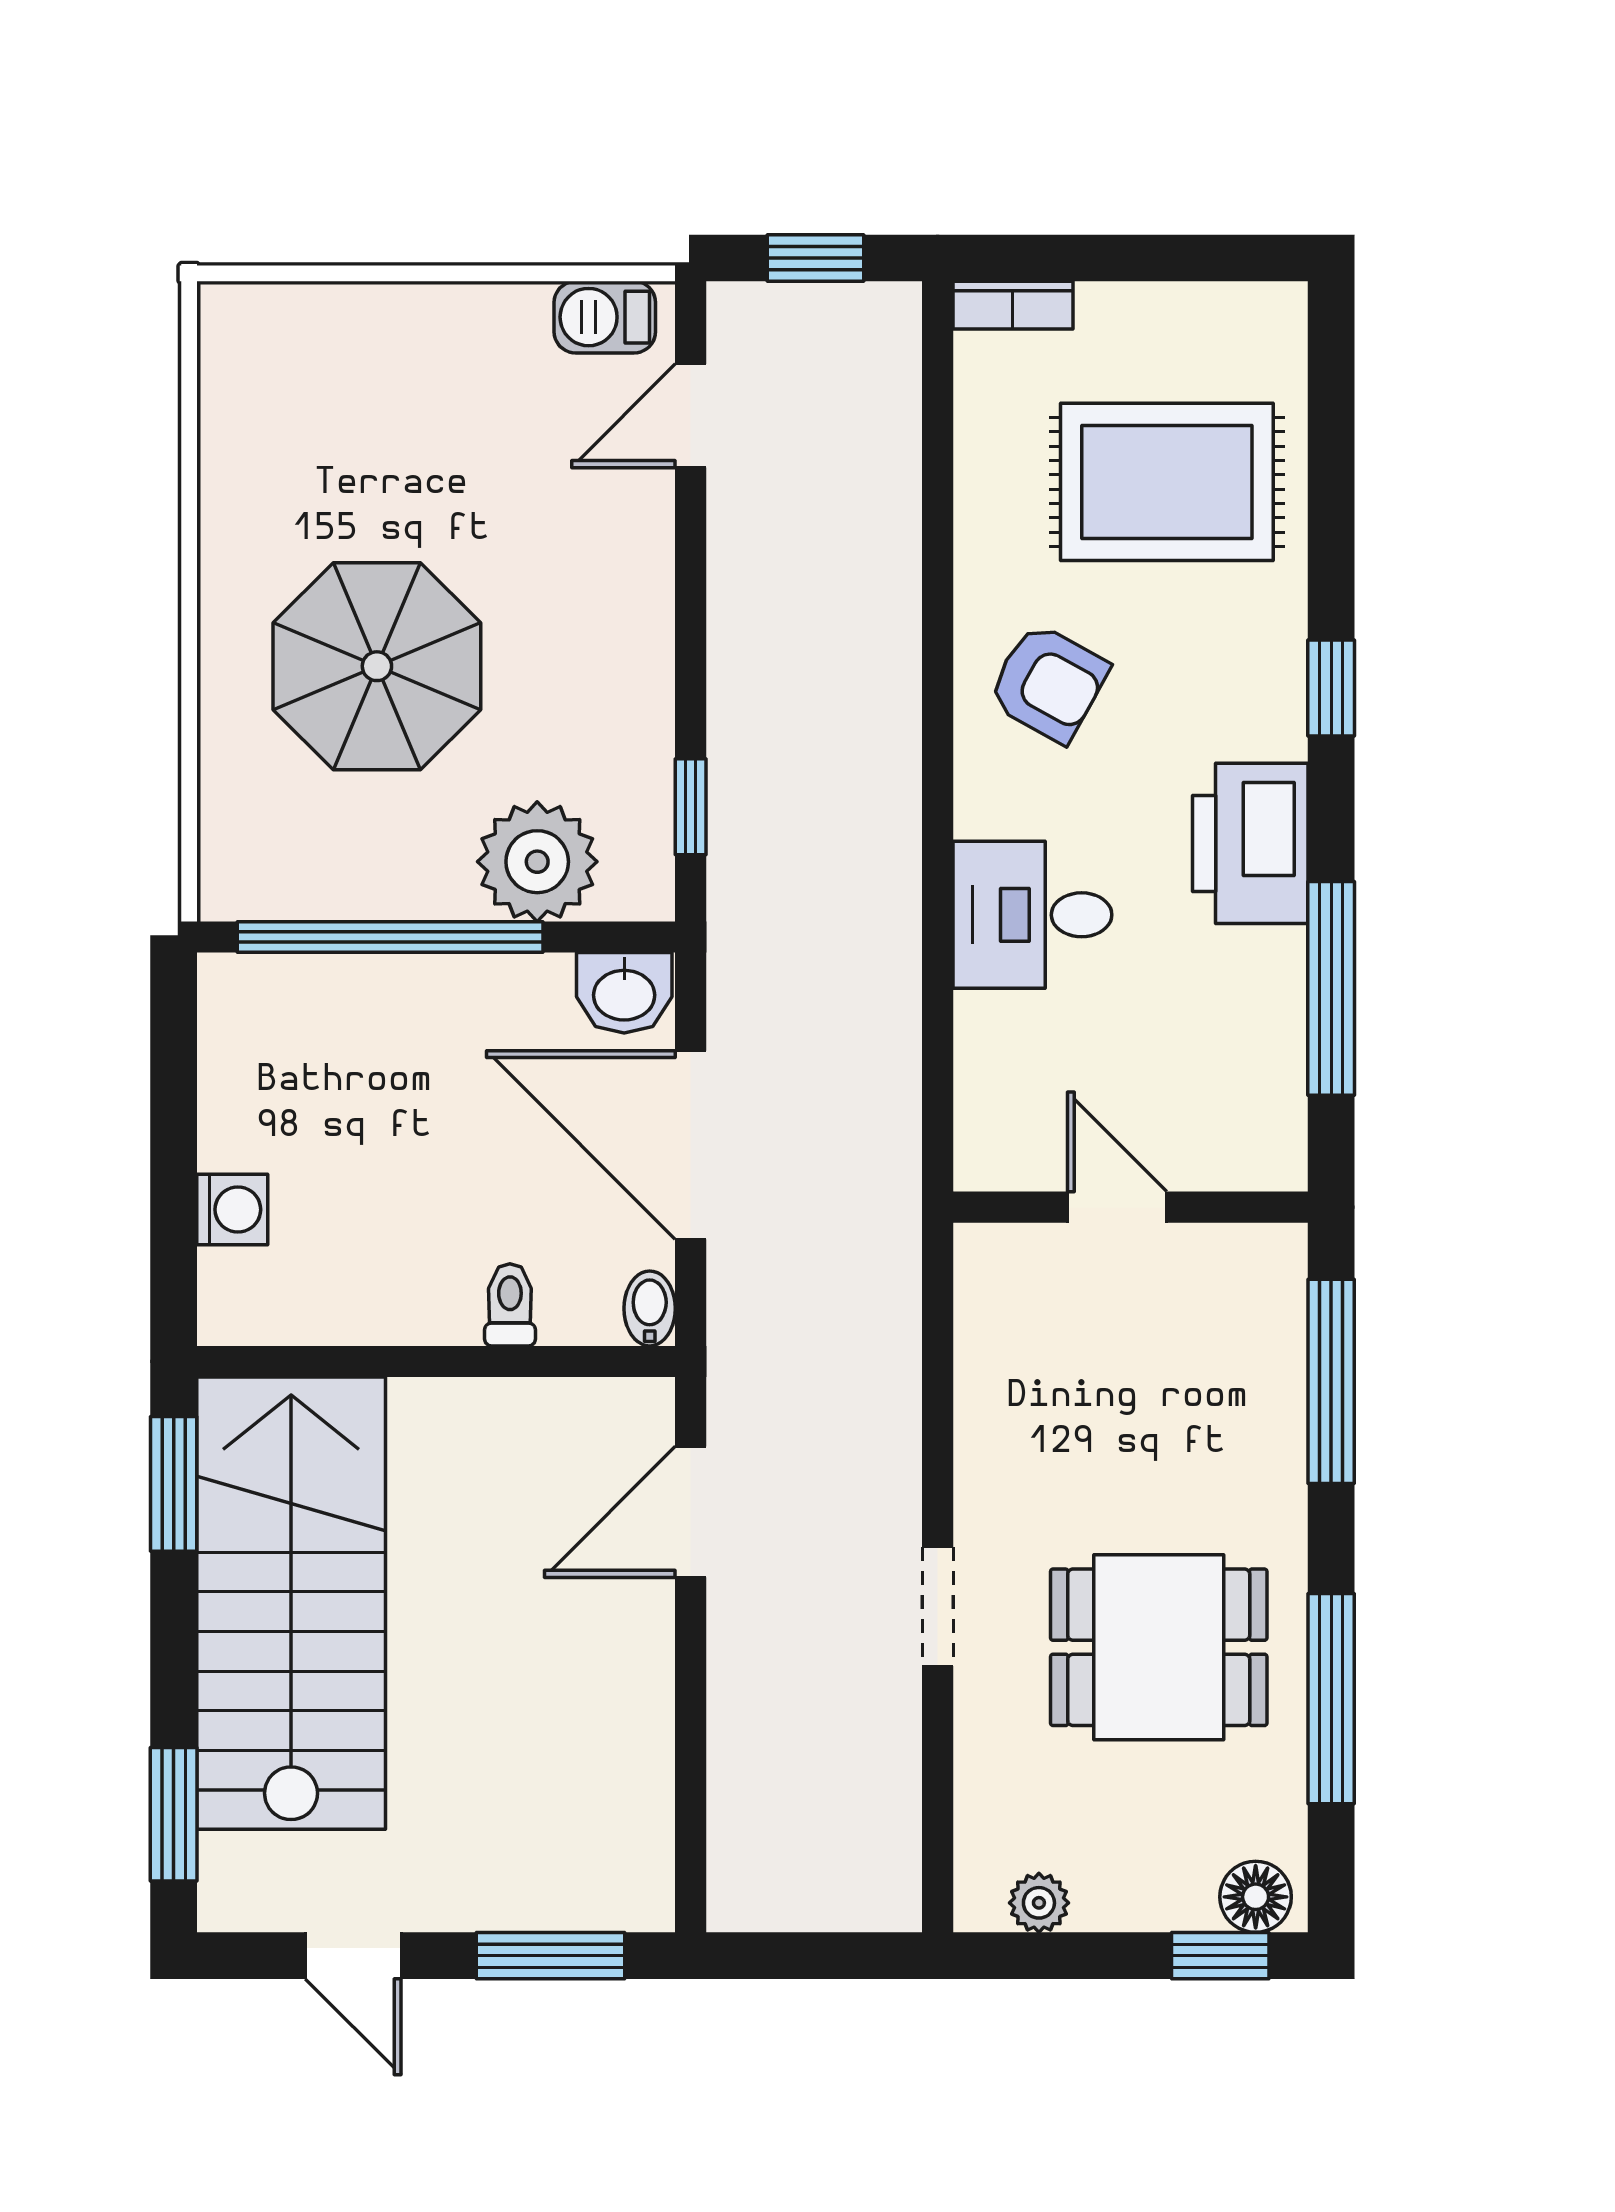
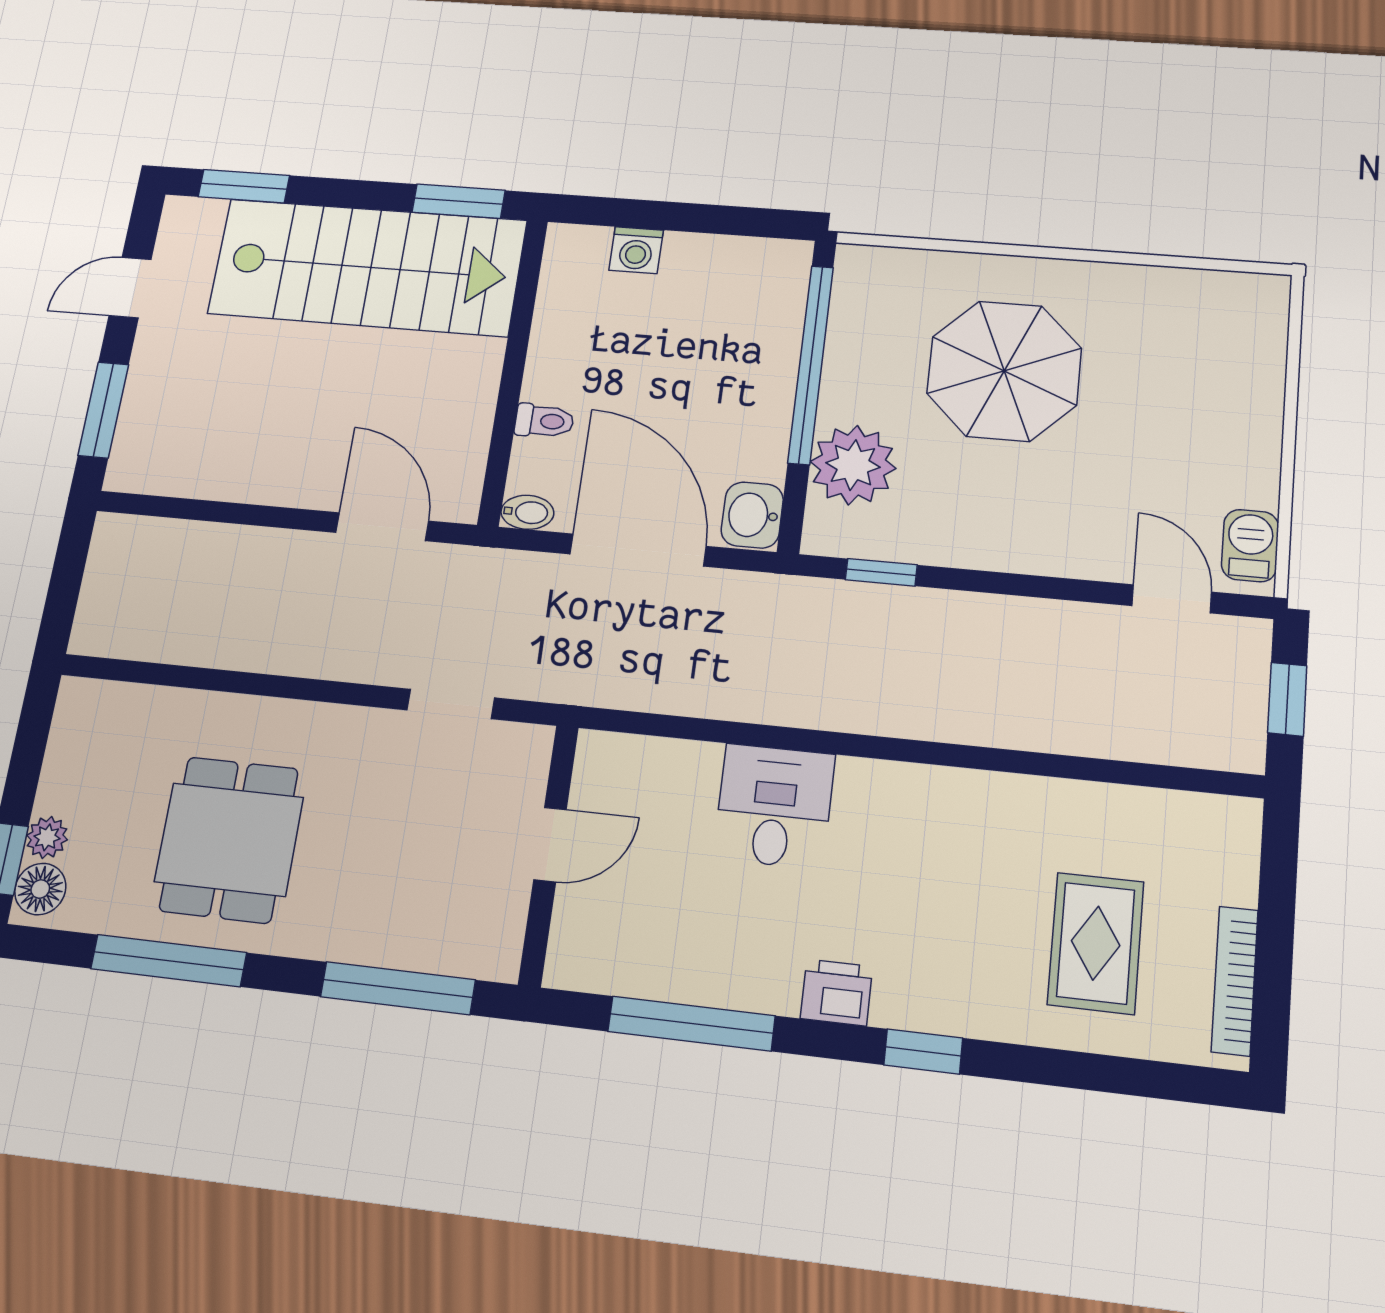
bookcase: (1013, 305) -> (1235, 981), moved, width x1.56
rug: (1167, 482) -> (1096, 943), width x0.73, depth x0.70
armchair: (1048, 683) -> (948, 837), removed
printer: (1250, 843) -> (836, 992), width x0.53, depth x0.68
door: (691, 1145) -> (638, 550), hinge flipped
doorway: (938, 1607) -> (451, 704), moved
plant: (1039, 1903) -> (47, 837), moved

